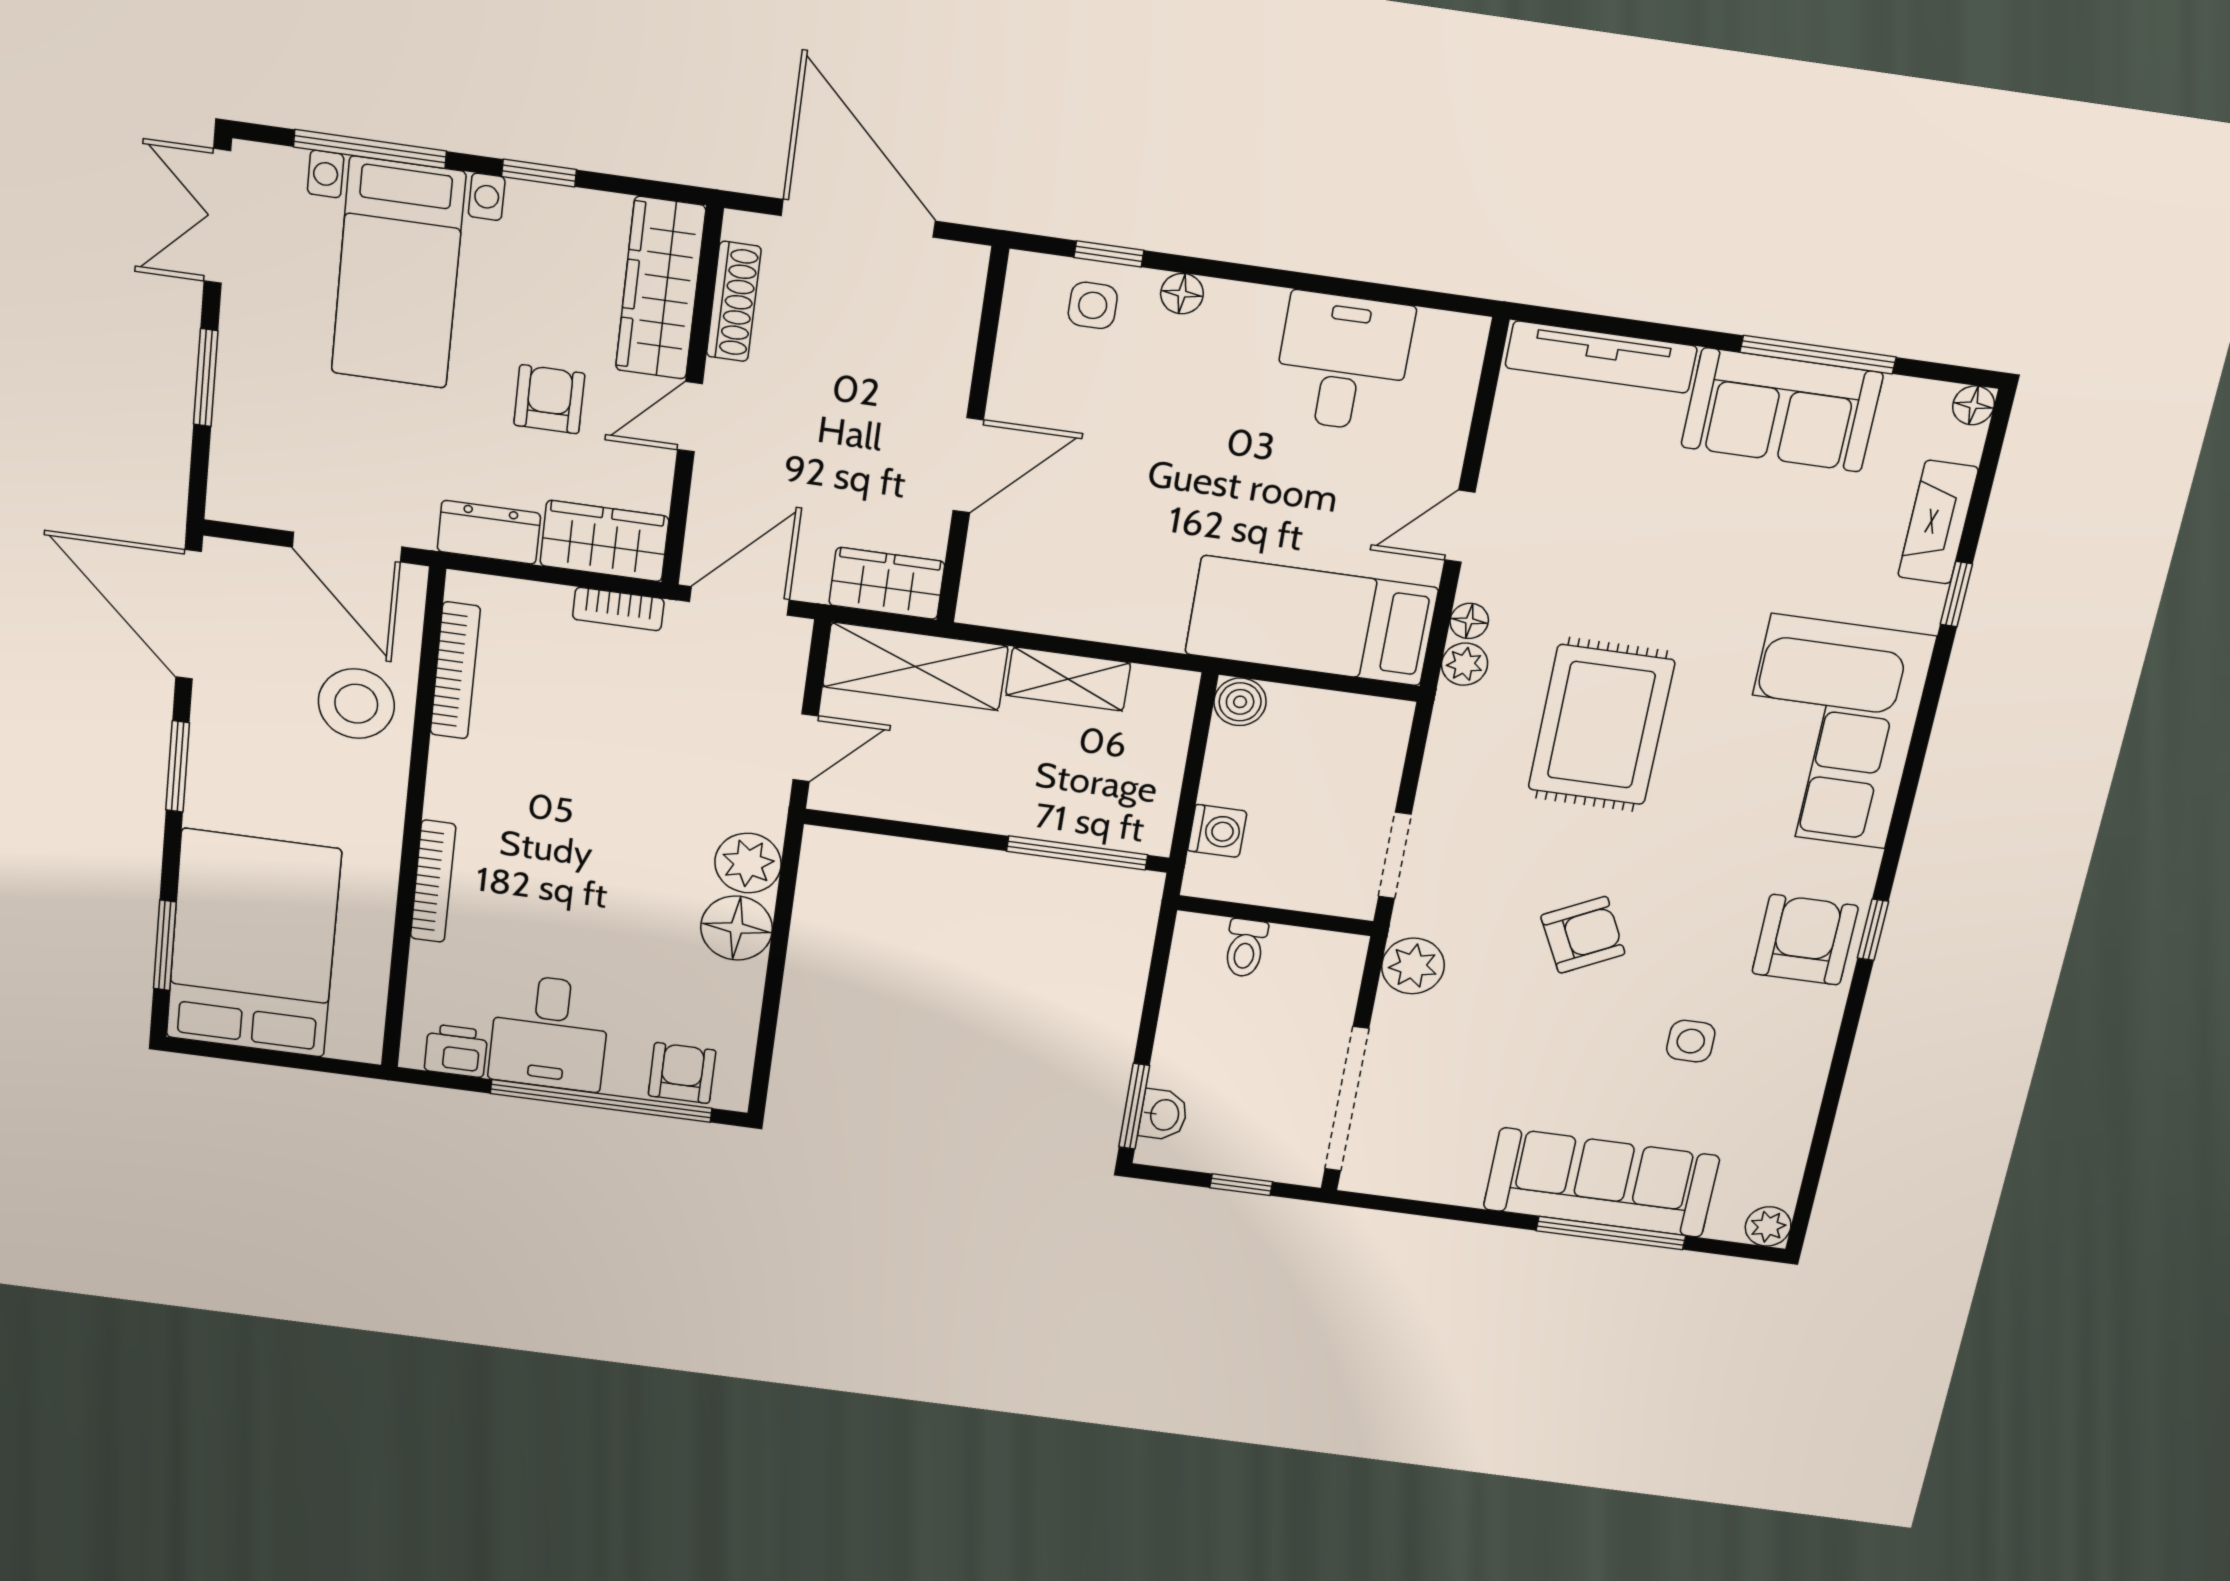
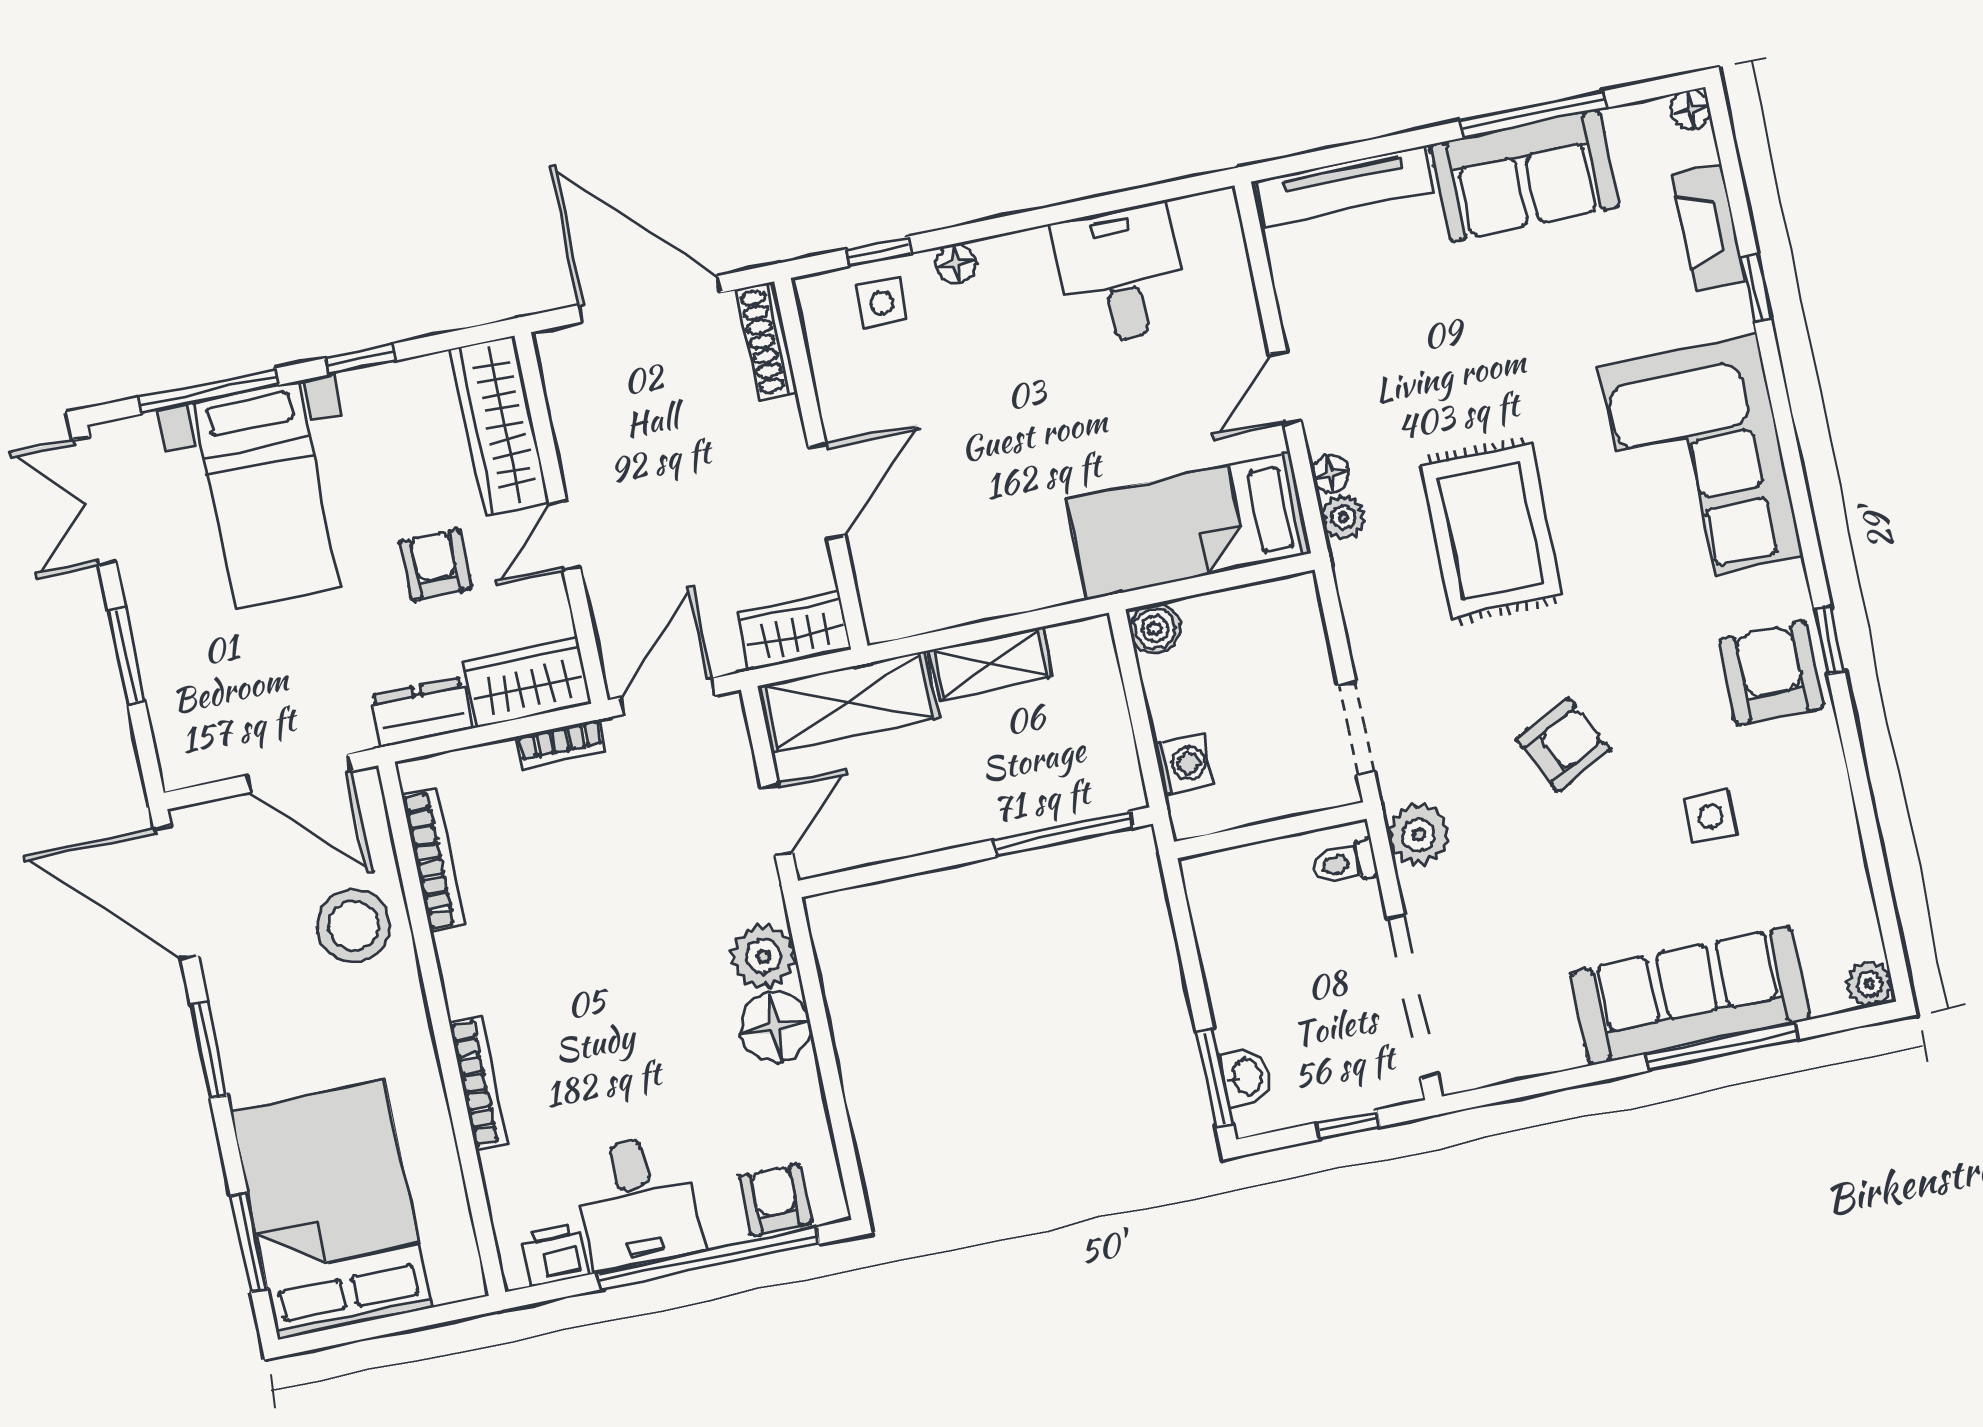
shoe rack: (734, 302) -> (767, 341), moved, turned 180
toilet: (1245, 948) -> (1344, 863), moved, turned 90

